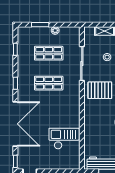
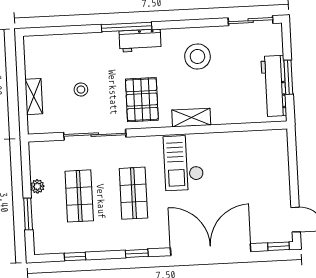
shelving: (89, 117) -> (191, 118), added
checkout: (64, 139) -> (183, 163), moved

